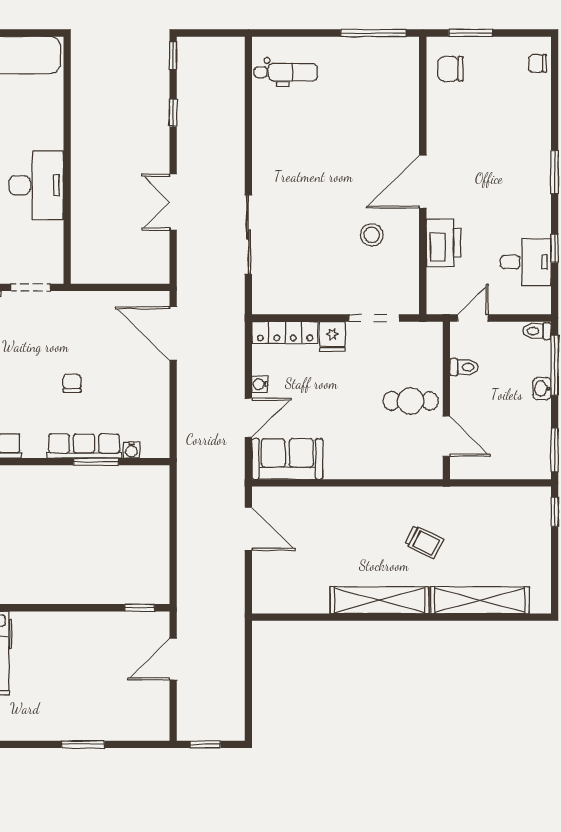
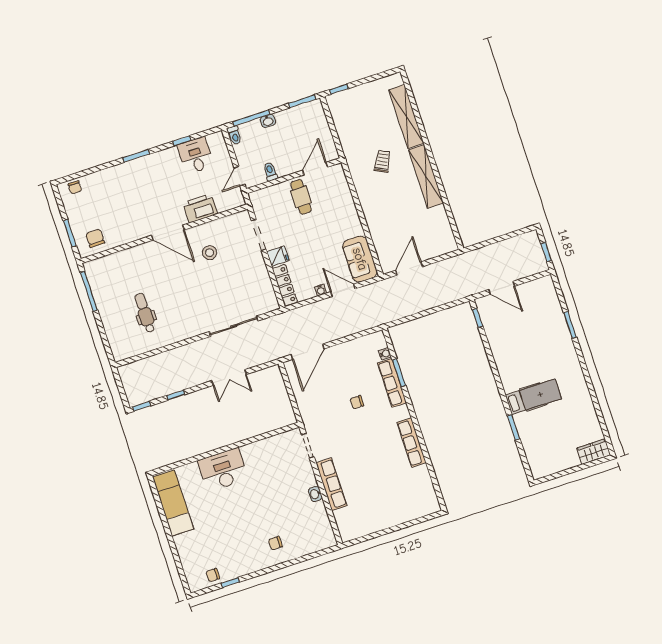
chair: (451, 69) -> (95, 238), turned 180
dental chair: (286, 72) -> (145, 313), moved
desk: (36, 185) -> (223, 470), moved
door: (473, 318) -> (239, 176), hinge flipped

